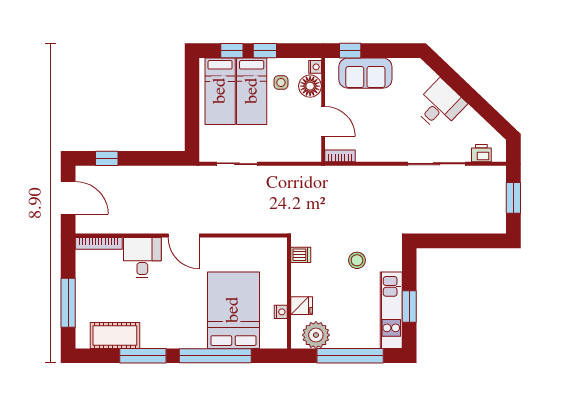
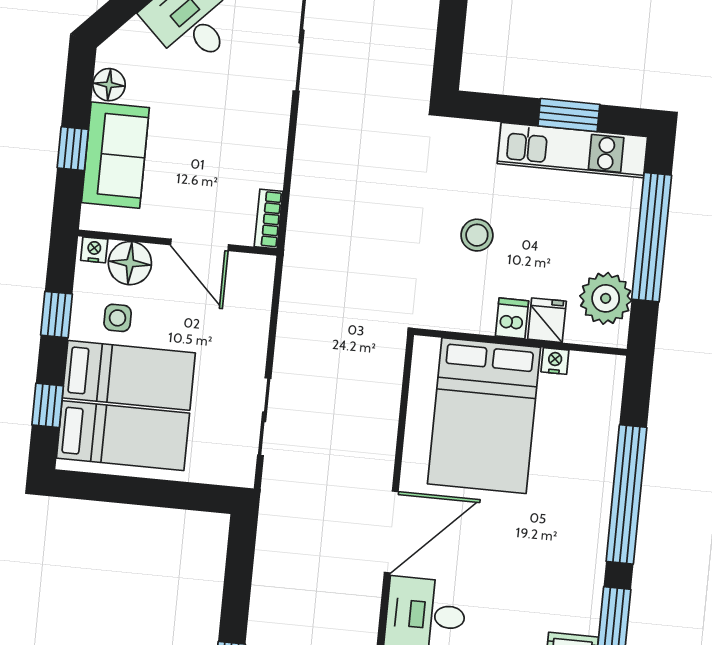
window: (265, 51) -> (57, 315), moved
window: (350, 51) -> (73, 149), moved
floor lamp: (402, 66) -> (109, 85), added
door: (323, 121) -> (200, 245), swing flipped
door: (184, 236) -> (391, 532), width x1.36
dishwasher: (301, 255) -> (512, 318), moved
stool: (357, 260) -> (477, 235), moved
bed: (233, 310) -> (484, 416), moved, turned -90

